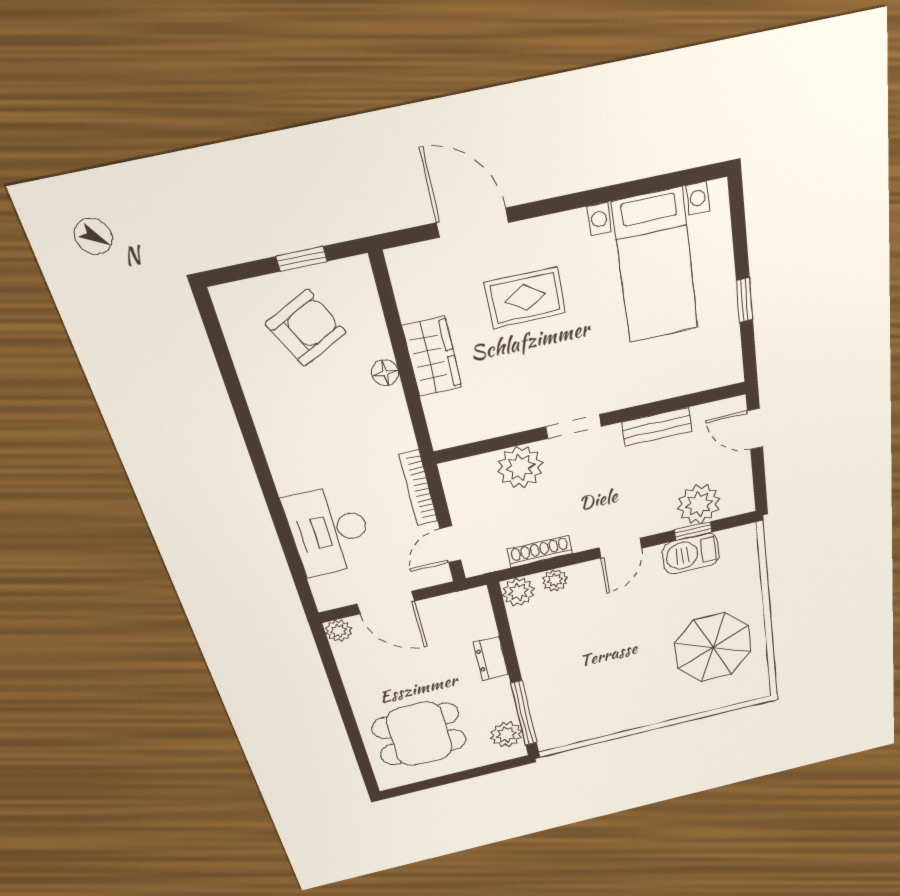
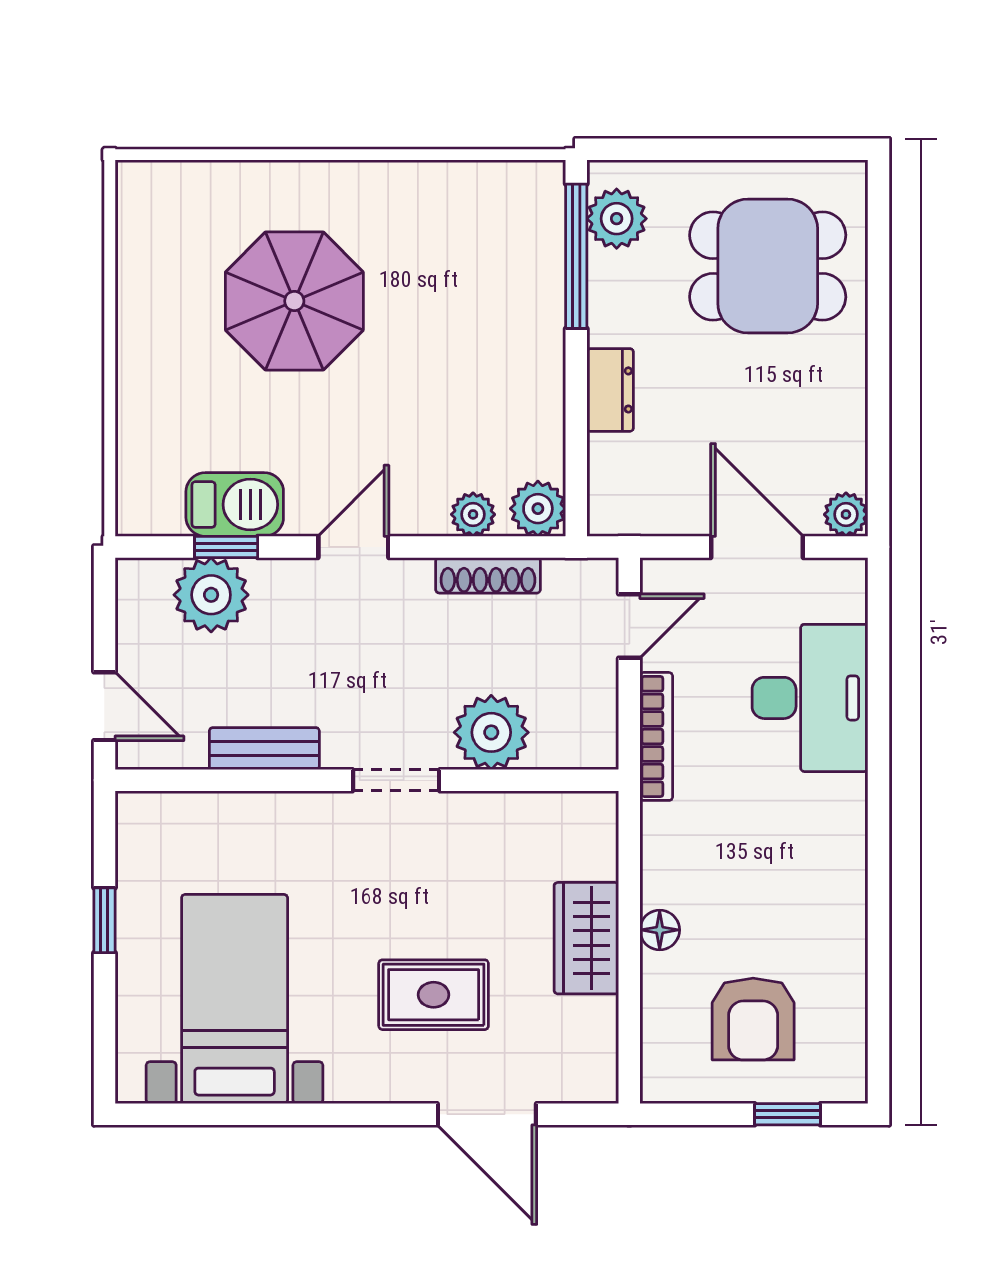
window: (302, 259) -> (788, 1114), moved
armchair: (306, 328) -> (753, 1019), turned -64
parasol: (713, 647) -> (294, 301), moved

